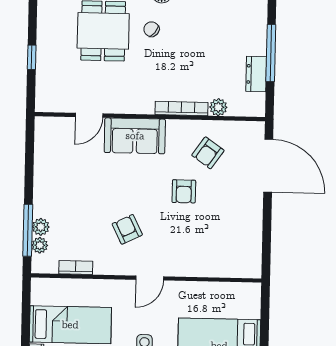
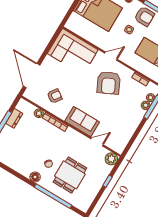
plant: (47, 100) -> (111, 159), added
armchair: (184, 191) -> (75, 85), removed
armchair: (127, 229) -> (109, 83), width x1.88, depth x1.88
corner sofa: (220, 248) -> (73, 52), added

